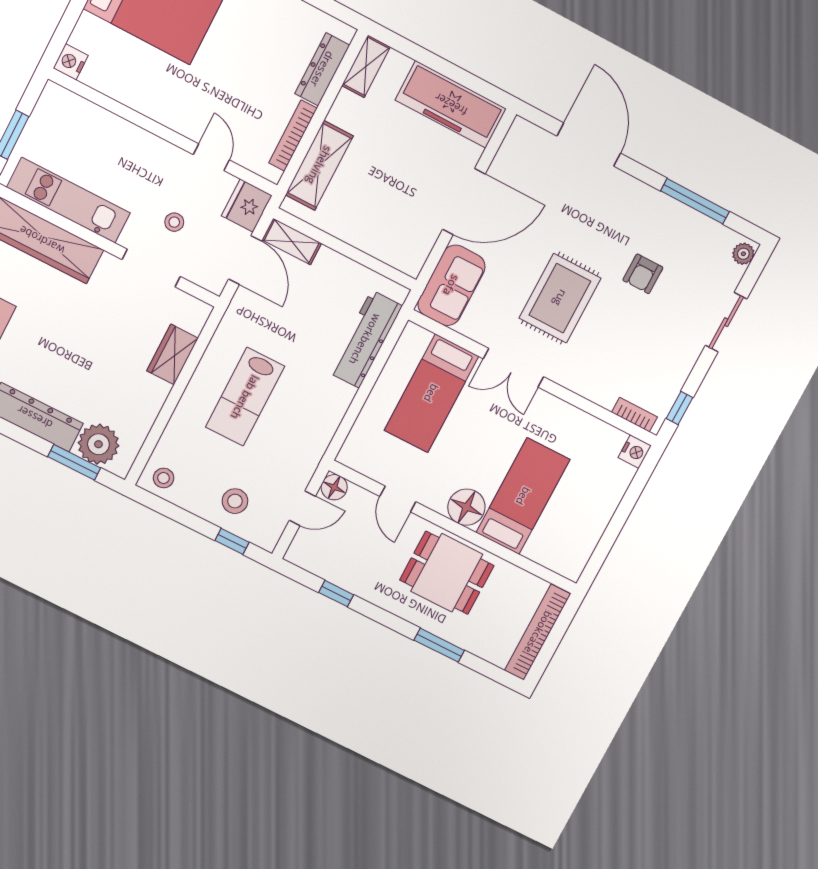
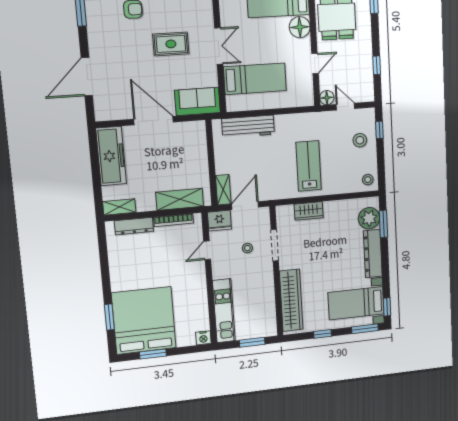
kitchen unit: (68, 200) -> (224, 311), moved, turned 180
rug: (560, 298) -> (171, 44), width x0.73, depth x0.70
lab bench: (245, 397) -> (309, 166), turned -90

